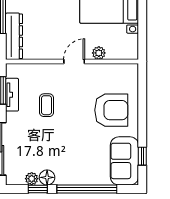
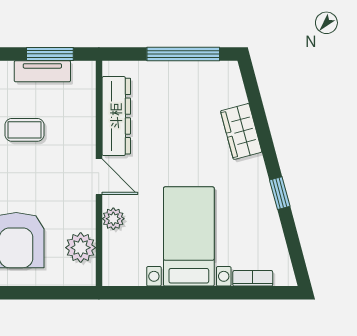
dresser: (14, 36) -> (116, 116), moved, turned -90
plant: (116, 72) -> (81, 248), added

